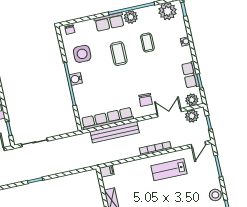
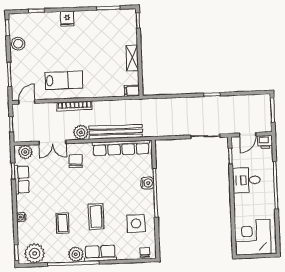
water cooler: (76, 79) -> (147, 183), moved
plant: (192, 116) -> (81, 132), moved

